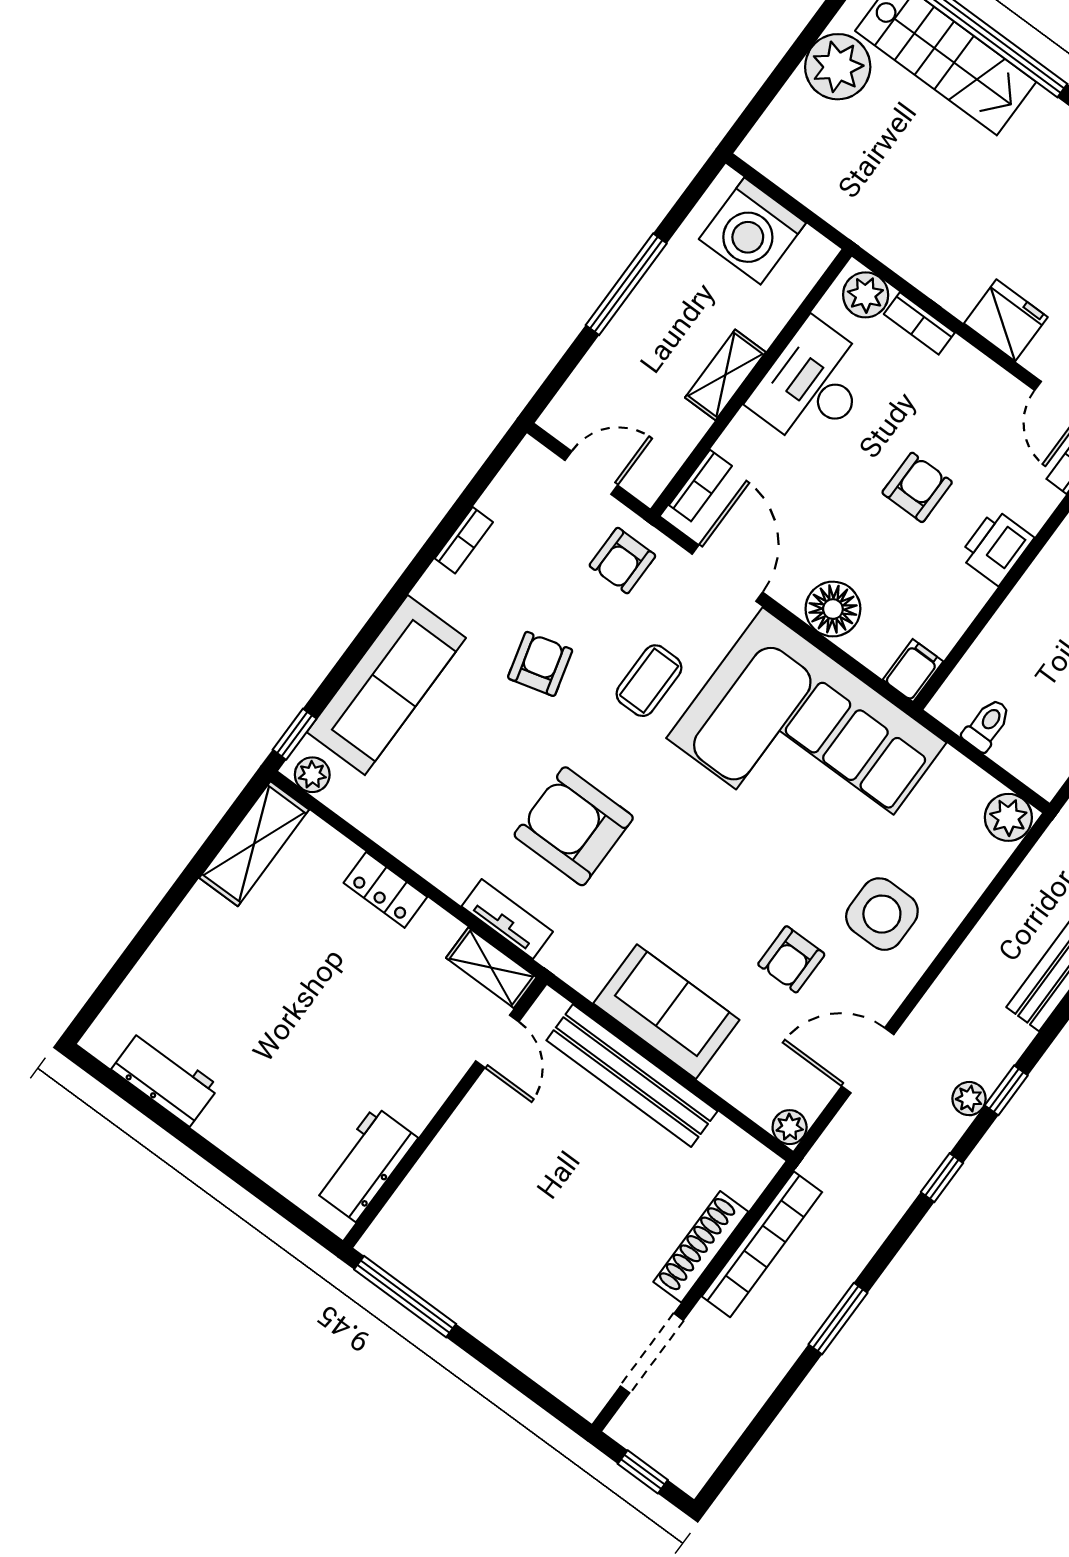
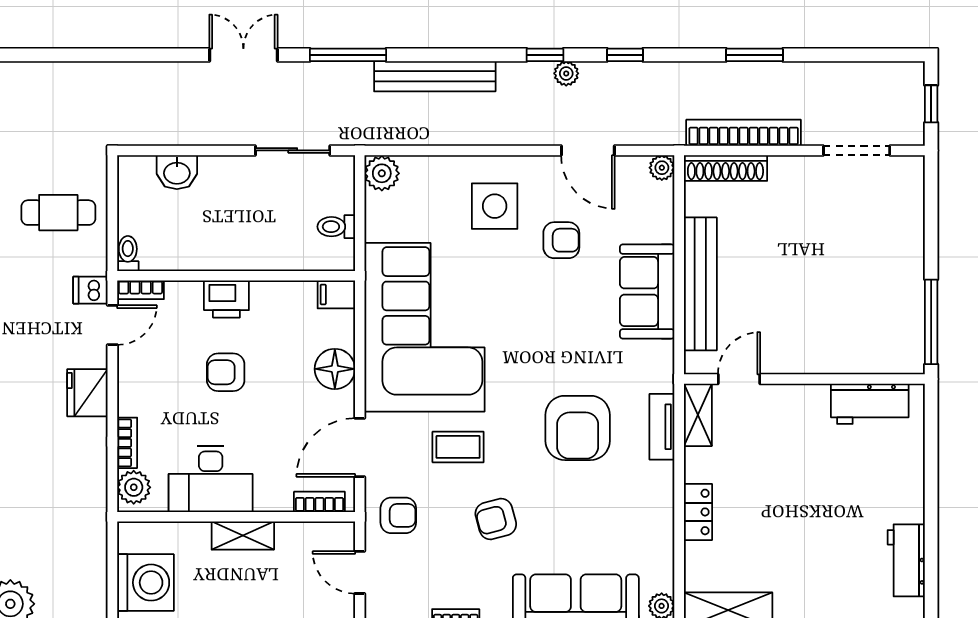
shoe rack: (701, 1247) -> (725, 168), moved

